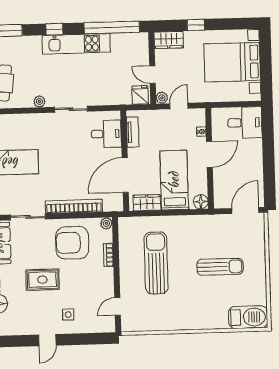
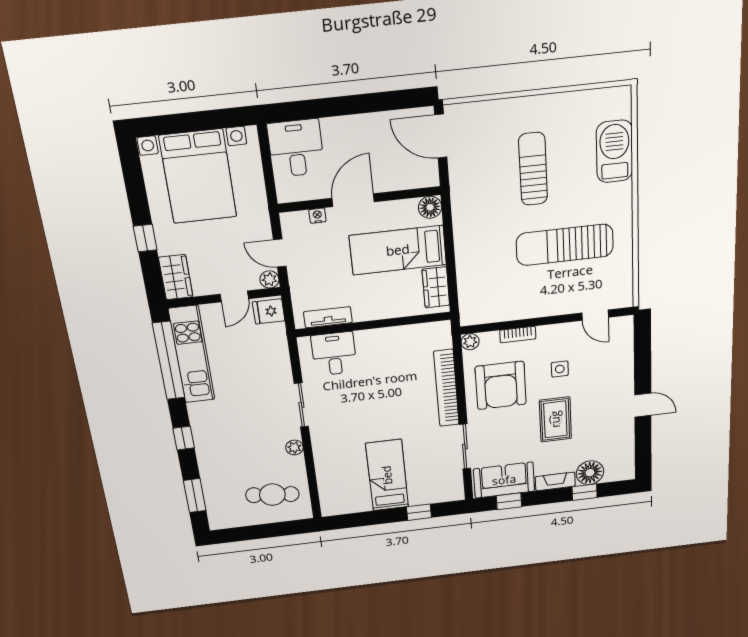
kitchen unit: (76, 44) -> (192, 354), moved
door: (209, 154) -> (353, 200), hinge flipped
door: (125, 175) -> (395, 322), removed
sun lounger: (156, 263) -> (565, 245), moved
side table: (68, 315) -> (560, 369), moved
barbecue: (248, 317) -> (615, 151), moved

